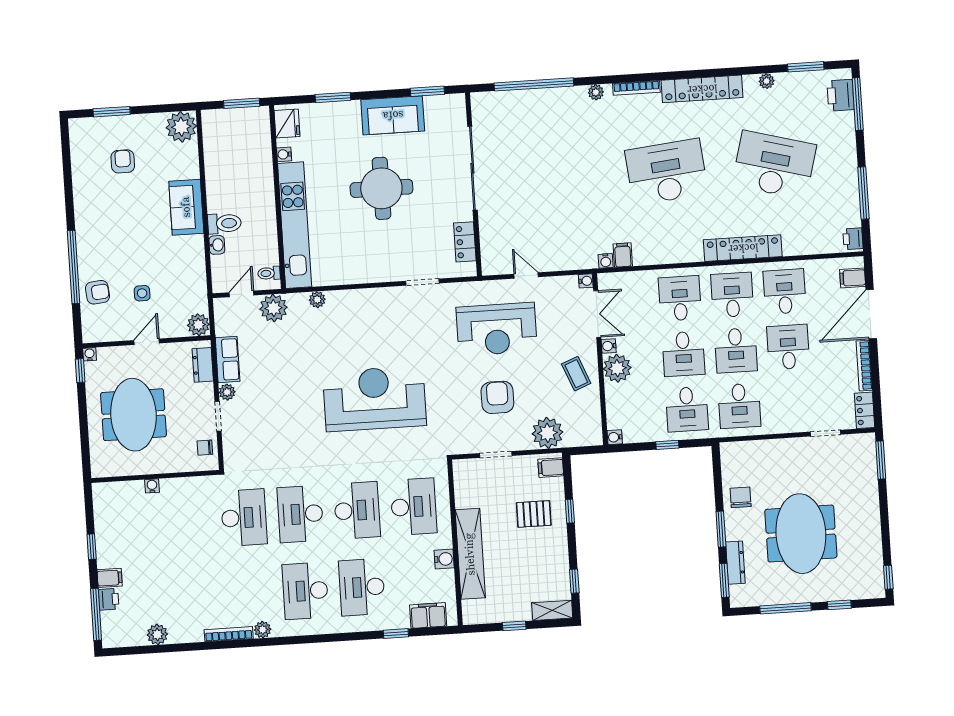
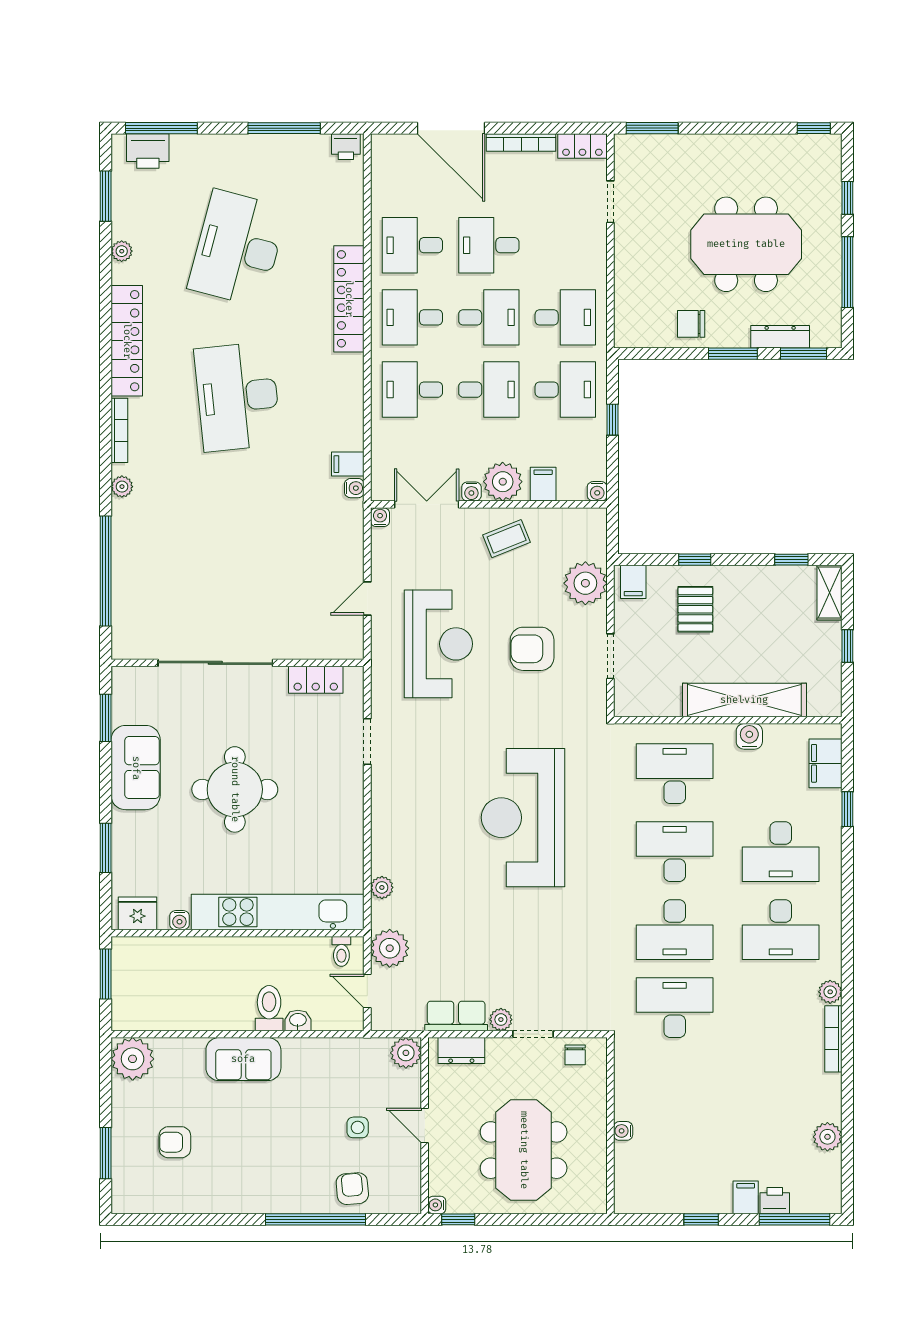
filing cabinet: (853, 278) -> (543, 484), moved, turned 180
meeting table: (133, 415) -> (524, 1150), turned 90

